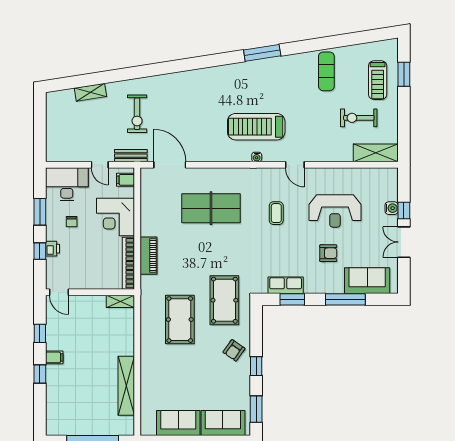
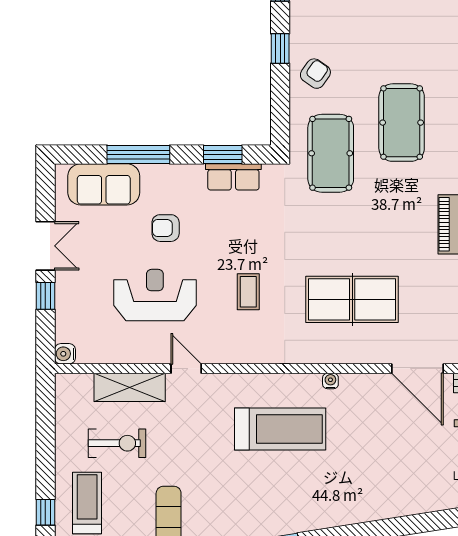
window: (404, 74) -> (45, 512), width x0.67
shelving: (376, 153) -> (130, 387), moved
water cooler: (257, 157) -> (330, 381), moved
door: (295, 165) -> (186, 369), moved
water cooler: (392, 208) -> (65, 354), moved

